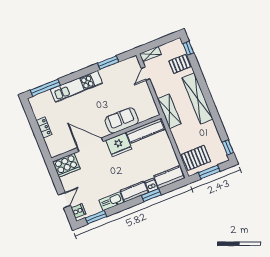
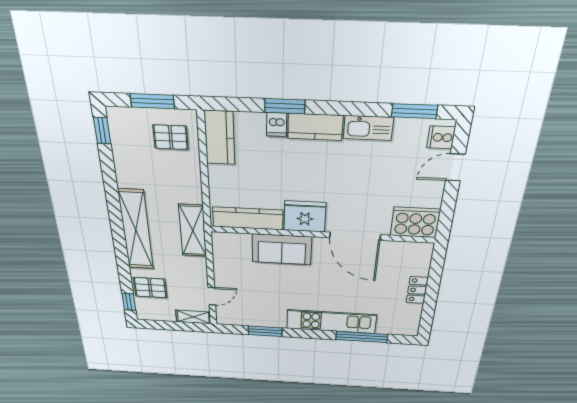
window: (45, 88) -> (362, 337), moved
pallet: (196, 158) -> (171, 137), width x0.67, depth x0.71
kitchen counter: (169, 177) -> (220, 138), moved, turned -90

